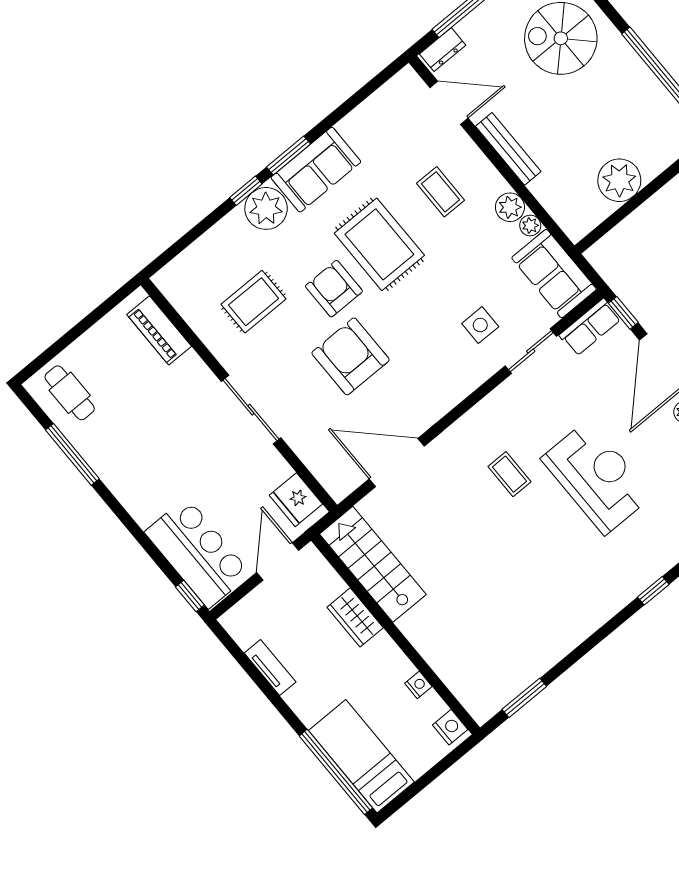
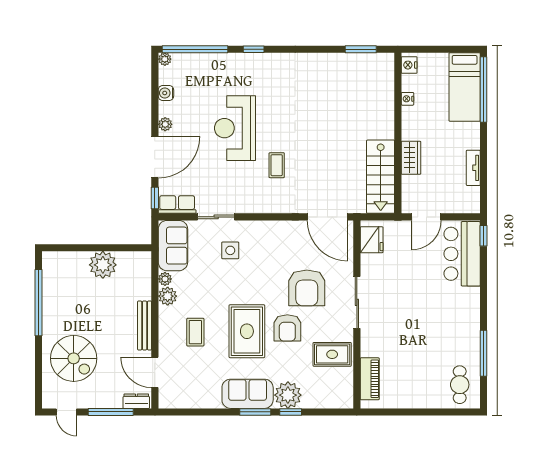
piano: (159, 330) -> (370, 379), moved
wall: (239, 395) -> (357, 314), moved
sliding door: (251, 410) -> (357, 302), moved
fridge: (296, 500) -> (372, 240), moved

